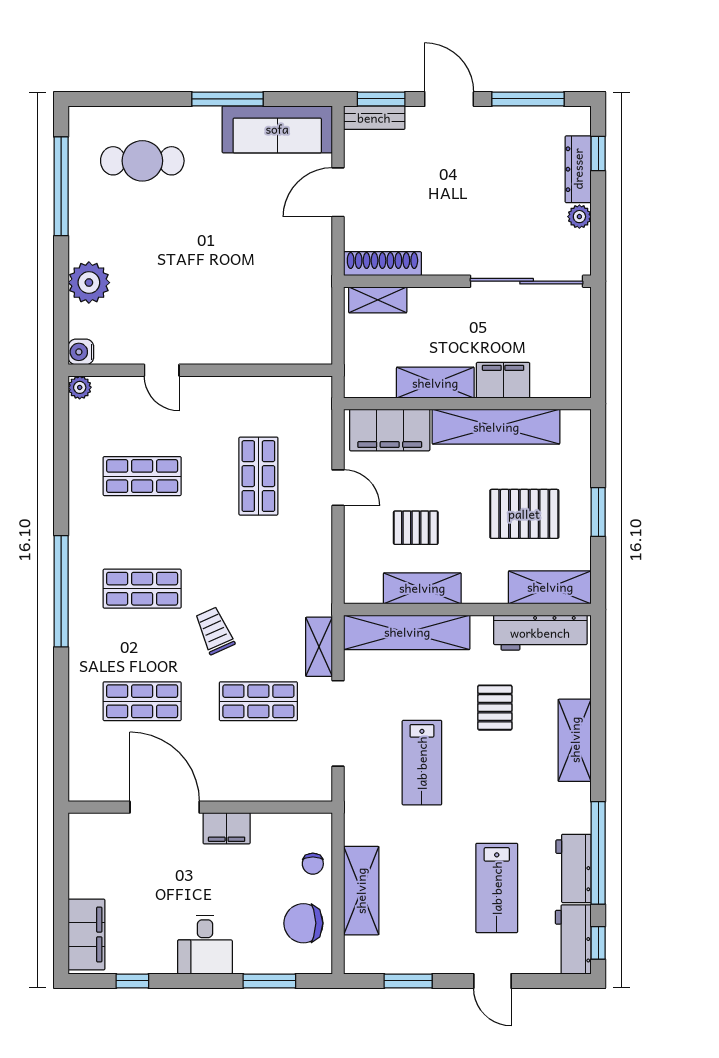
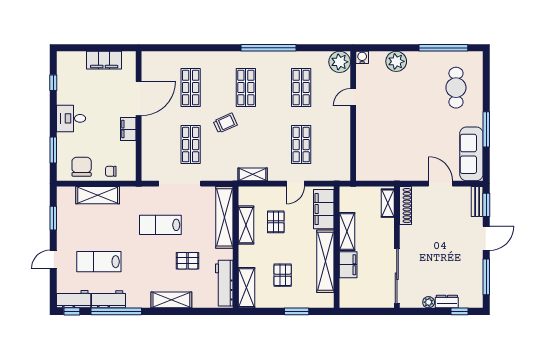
dresser: (578, 169) -> (447, 302), width x0.70
plant: (80, 387) -> (340, 62), width x1.88, depth x1.88
shop shelf: (258, 476) -> (301, 145), turned 90
window: (598, 512) -> (297, 311), moved
pallet: (524, 514) -> (283, 275), width x0.67, depth x0.71
window: (61, 591) -> (269, 48), moved
shelving: (319, 647) -> (253, 174), moved
filing cabinet: (86, 935) -> (104, 60), moved

